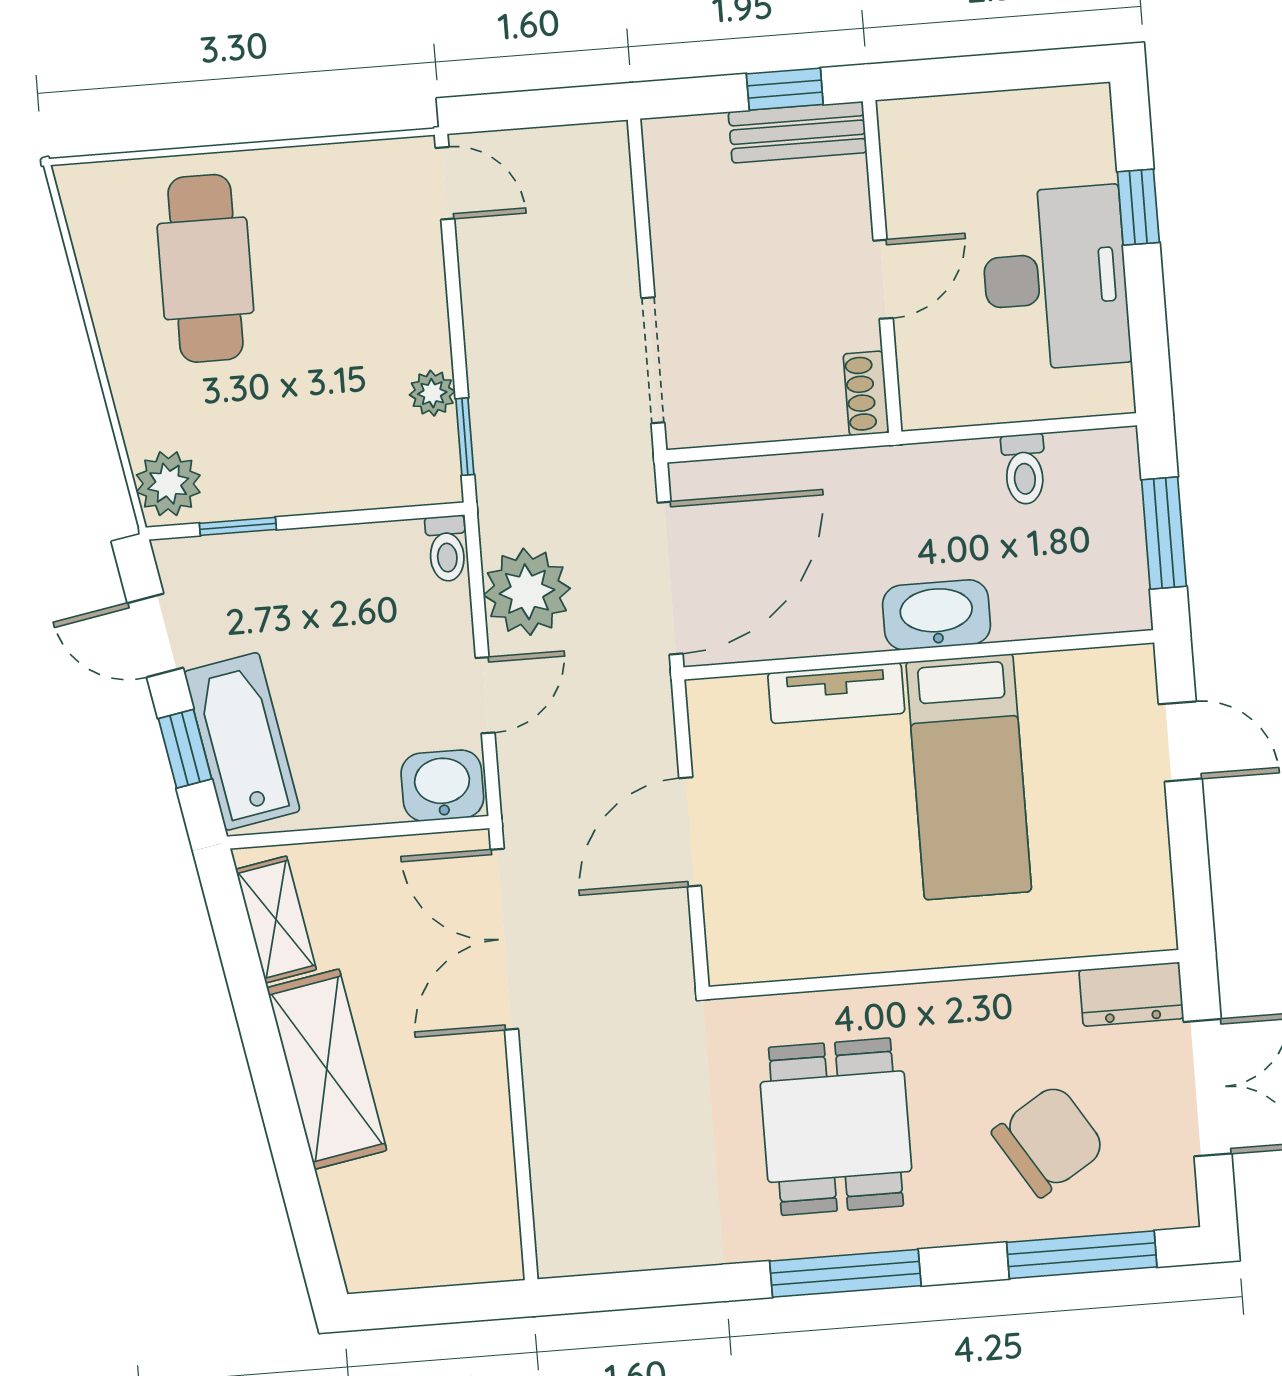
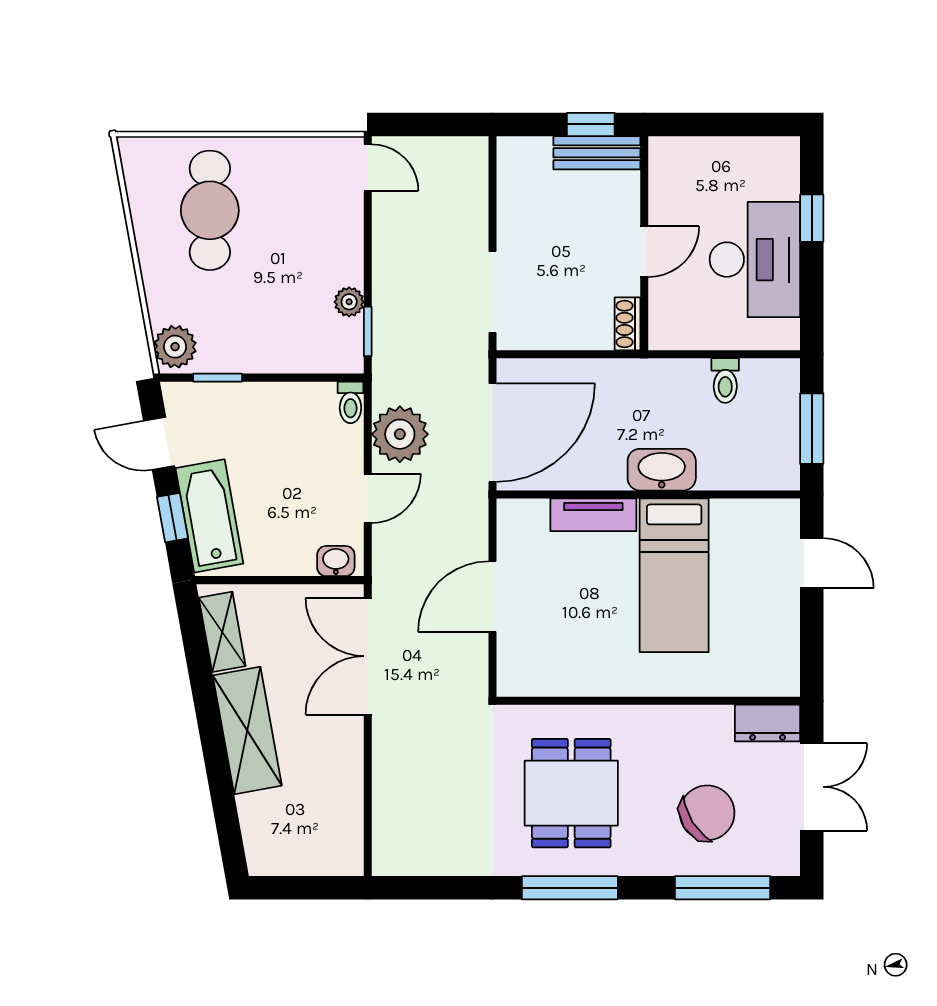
washbasin: (442, 786) -> (336, 561), width x0.72, depth x0.69

